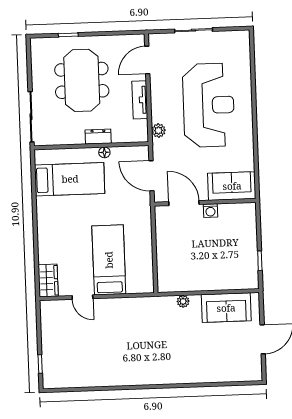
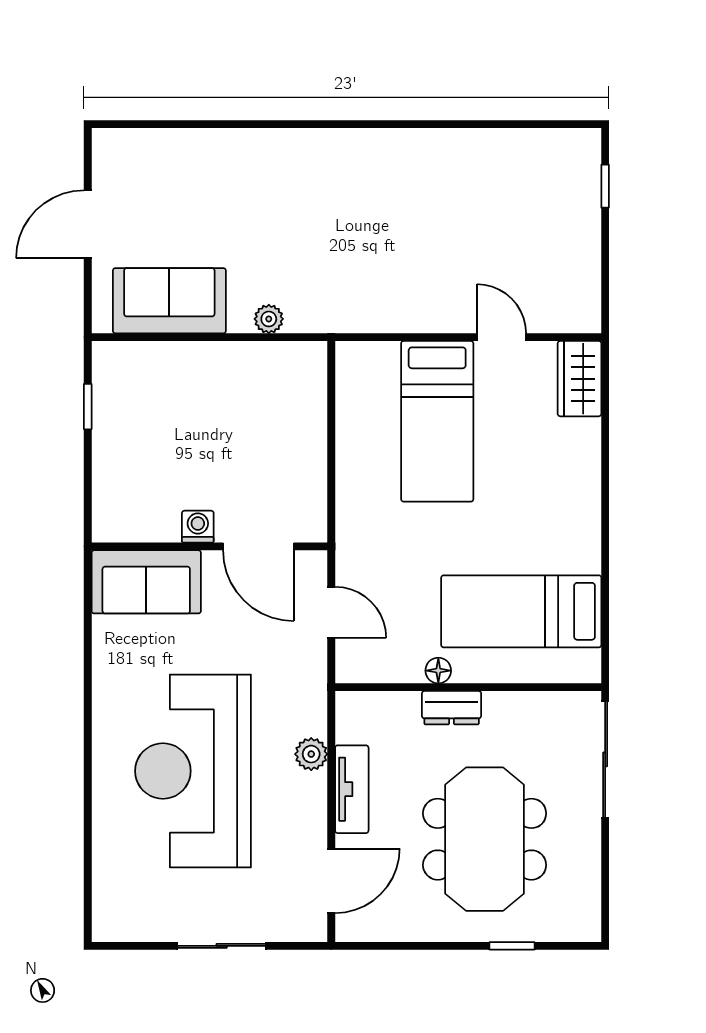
plant: (158, 131) -> (311, 754), moved
door: (152, 176) -> (331, 612), width x0.73

